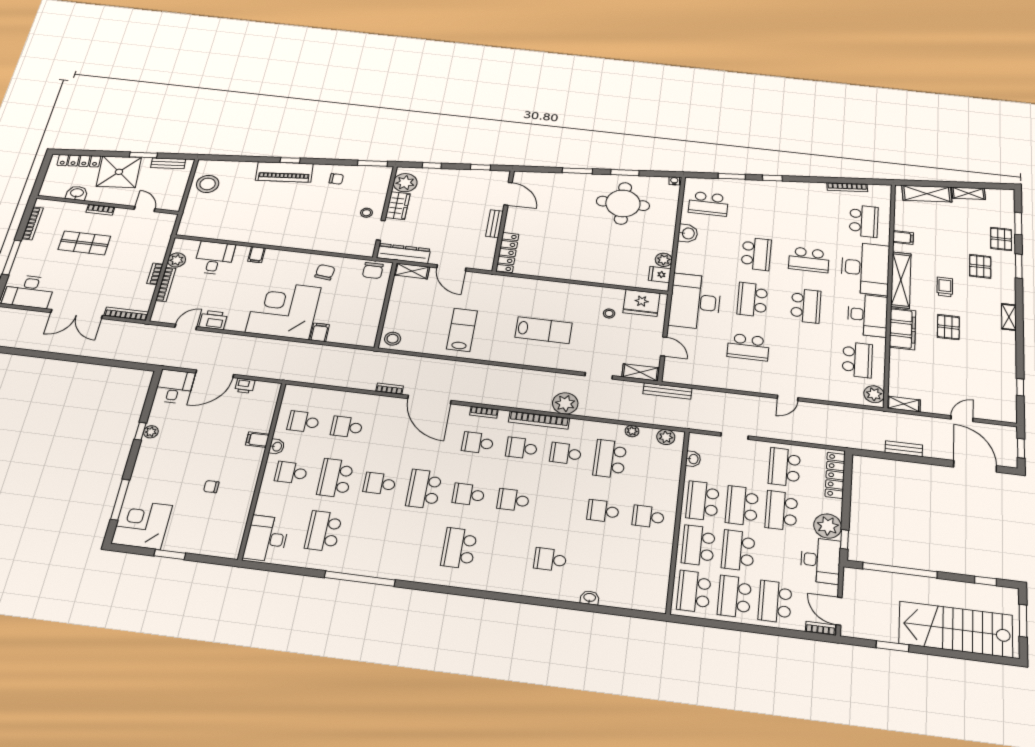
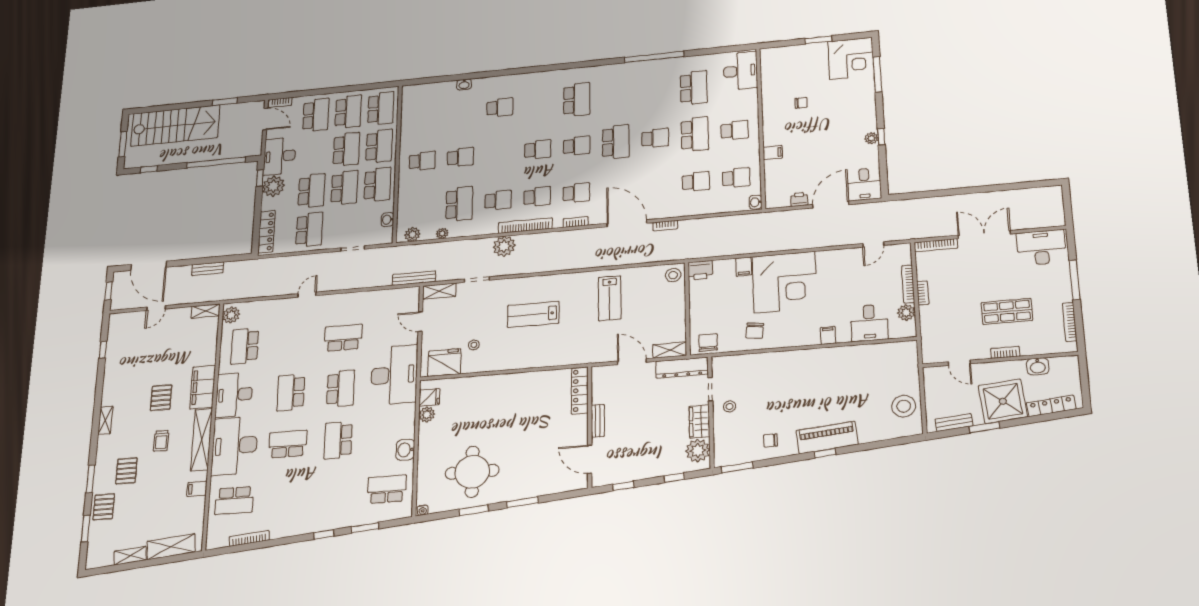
school desk: (864, 221) -> (234, 500), turned -90
printer: (213, 320) -> (700, 270), moved
washbasin: (277, 447) -> (756, 202), moved

